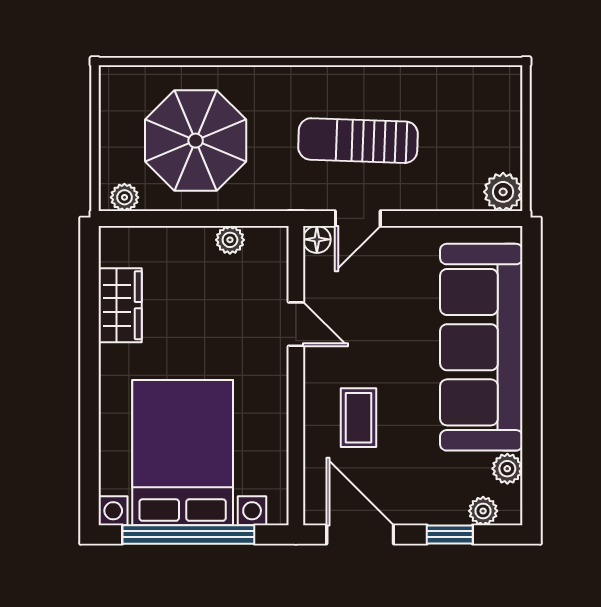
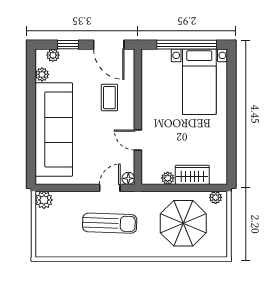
wardrobe: (120, 305) -> (192, 175), moved, turned 90
bed with nightstands: (183, 453) -> (199, 82), width x0.73

